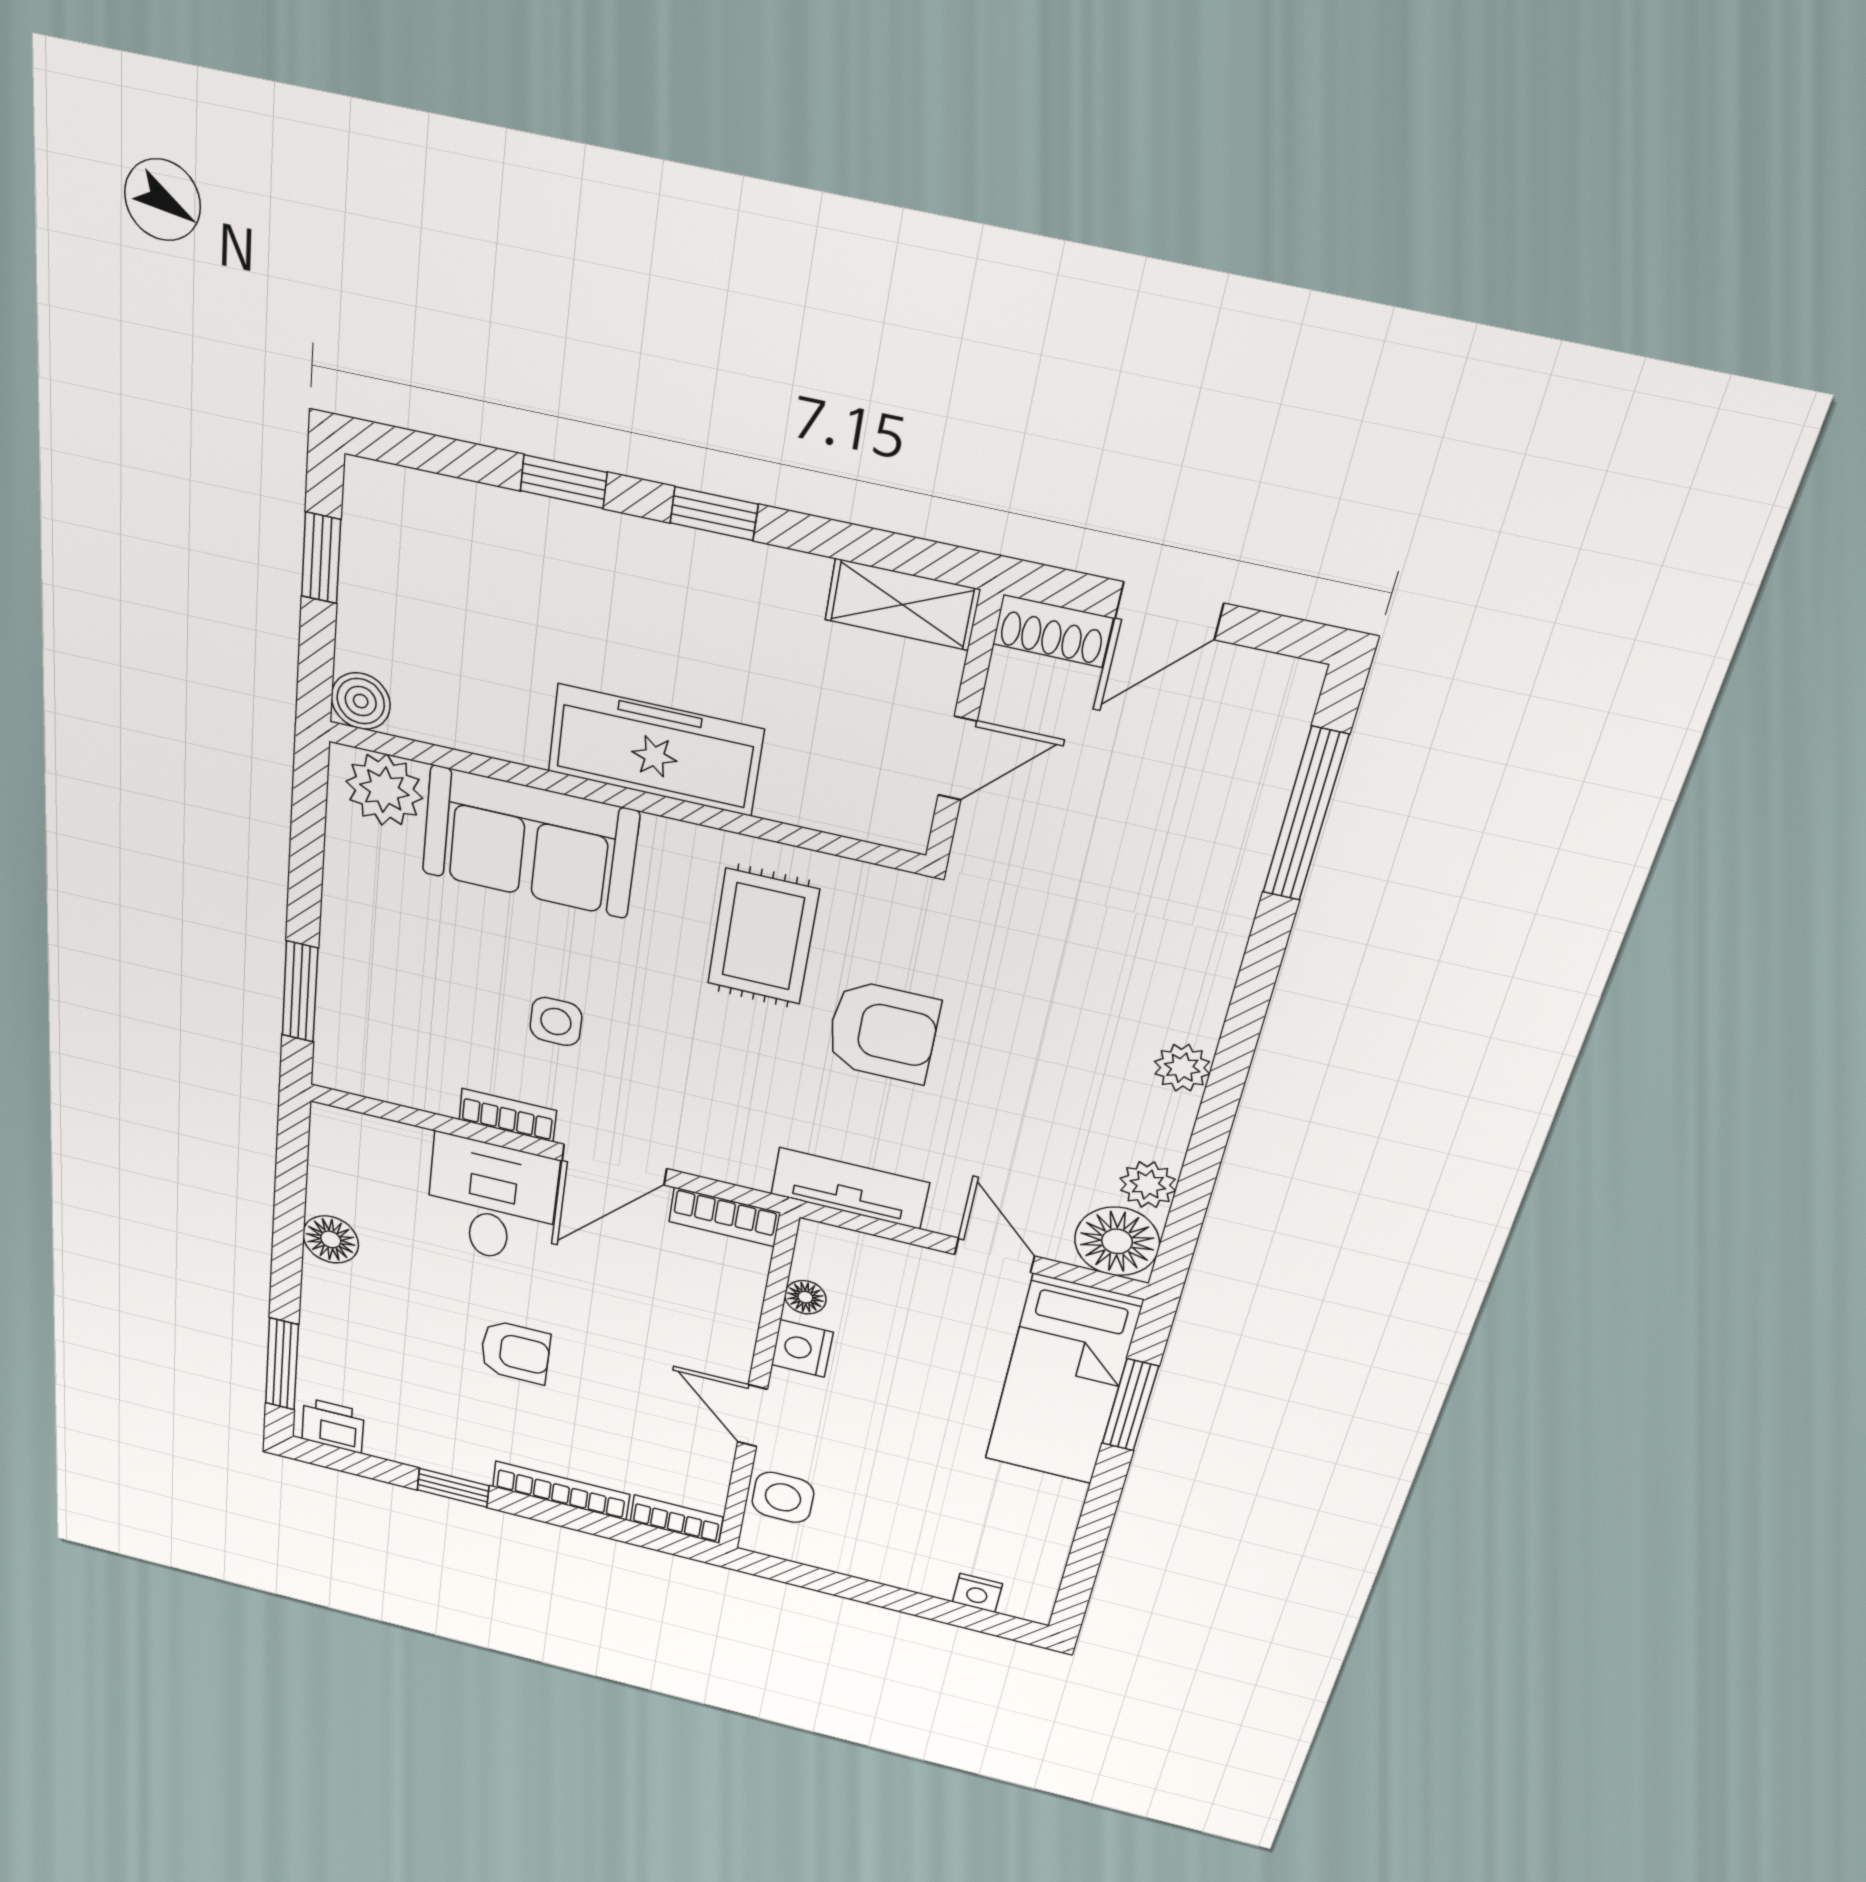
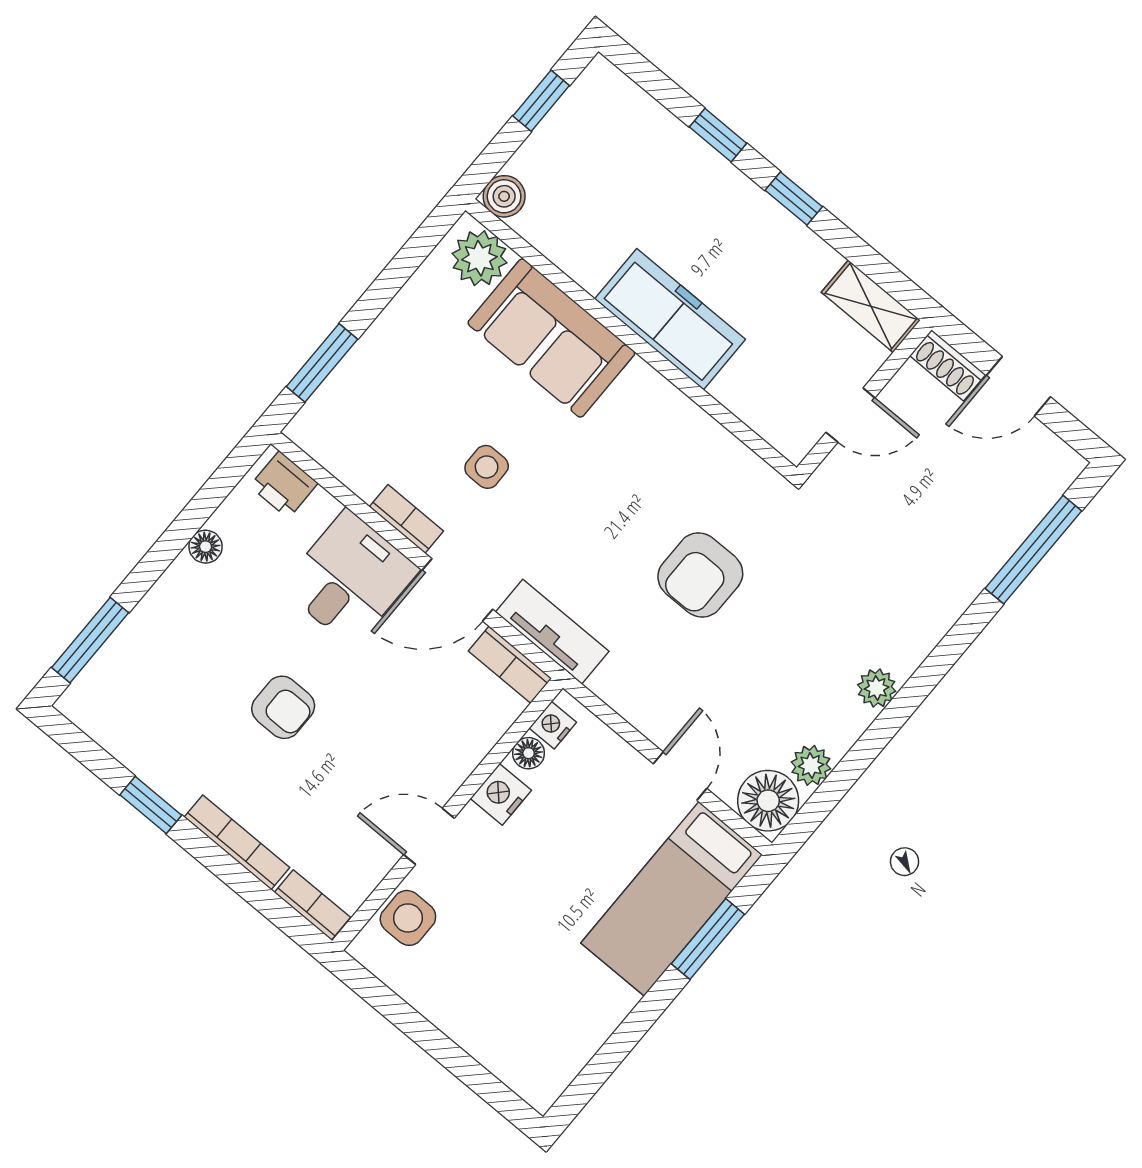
rug: (763, 937) -> (662, 473), removed
armchair: (883, 1032) -> (700, 575), turned 90
tv unit: (850, 1188) -> (552, 632), moved
floor lamp: (331, 1239) -> (206, 547), width x0.73, depth x0.73
door: (752, 1416) -> (429, 836), hinge flipped
printer: (333, 1425) -> (284, 485), moved, turned 180
nightstand: (977, 1593) -> (553, 725), moved, turned 90

